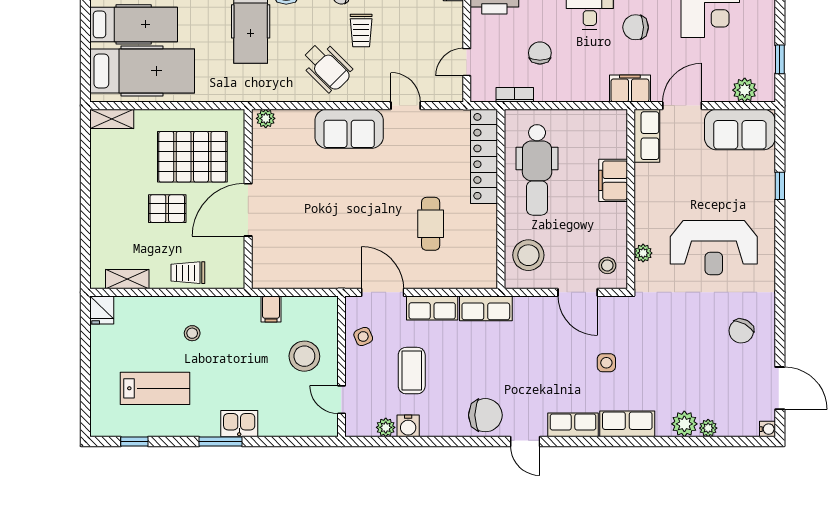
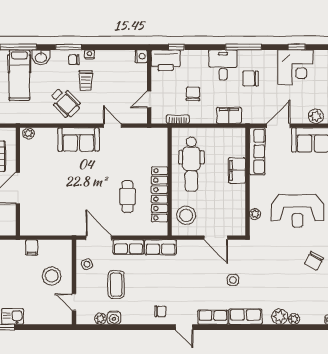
filing cabinet: (630, 89) -> (229, 115), moved
row of seats: (647, 136) -> (257, 151), width x1.48
locker: (484, 156) -> (160, 194), moved
stool: (607, 265) -> (234, 222), removed
chair: (485, 415) -> (160, 311), width x0.54, depth x0.54

